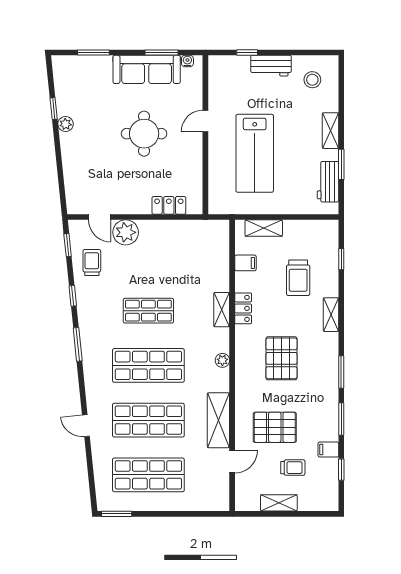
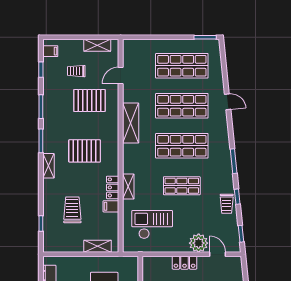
locker: (169, 205) -> (185, 263), moved
checkout: (189, 258) -> (152, 225), added
trolley: (92, 263) -> (227, 204), moved
filing cabinet: (245, 263) -> (111, 206), moved
shelving: (331, 315) -> (48, 166), moved
pallet: (282, 358) -> (85, 151), turned 90
plant: (222, 360) -> (128, 149), removed
shelving: (218, 420) -> (131, 123), moved
filing cabinet: (328, 450) -> (50, 51), moved
shelving: (279, 503) -> (97, 45), moved

